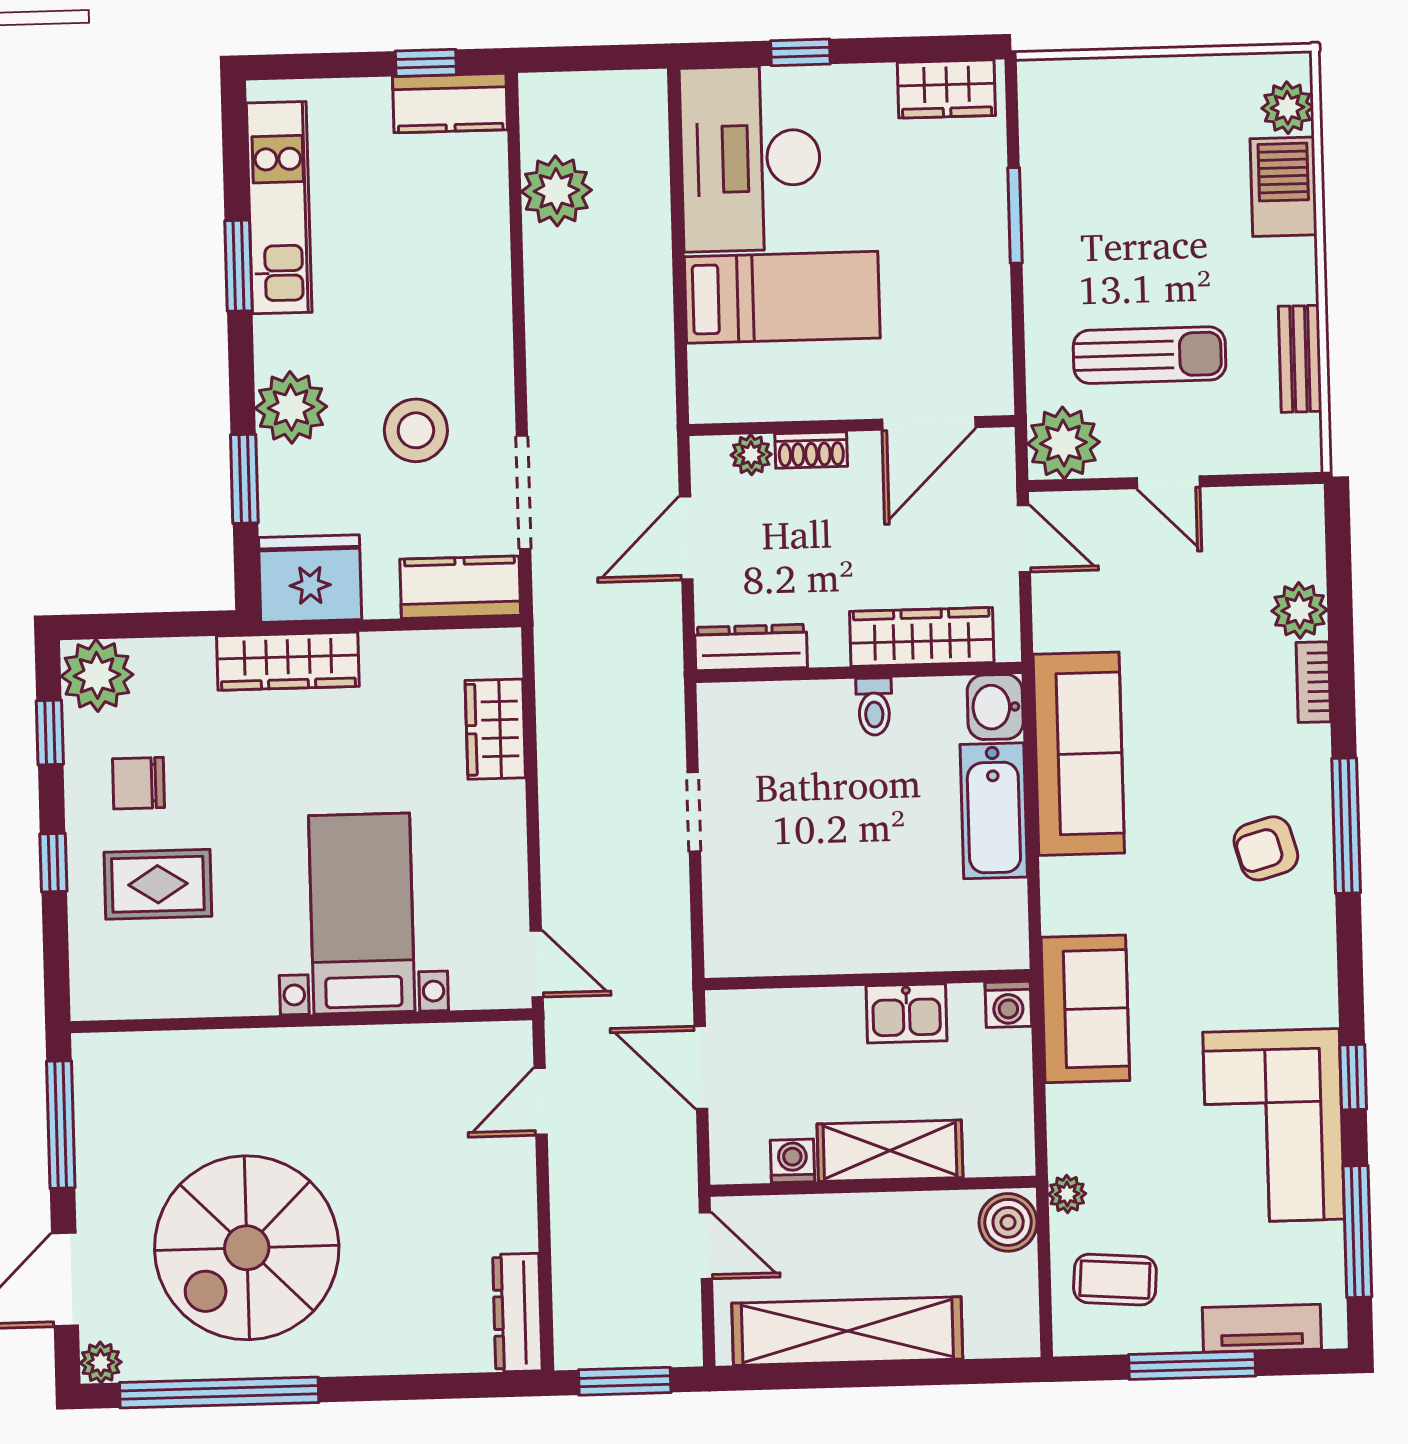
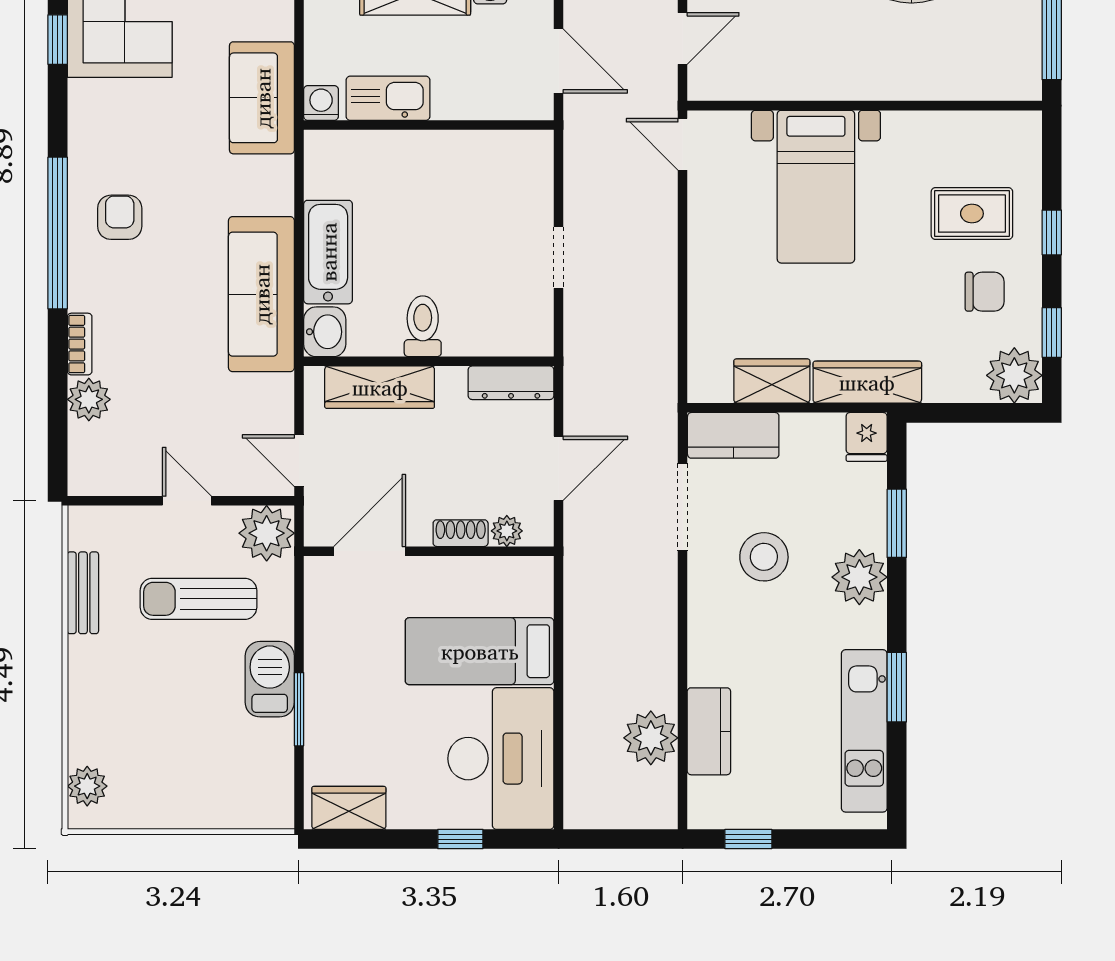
kitchen counter: (450, 103) -> (709, 731), moved, turned 90
barbecue: (1284, 187) -> (270, 679), moved, turned 180
fridge: (310, 579) -> (867, 437), width x0.53, depth x0.75
toilet: (874, 707) -> (423, 326), width x1.37, depth x1.39
wardrobe: (495, 729) -> (772, 381), moved, turned -90
window: (1346, 826) -> (58, 233), width x1.46
armchair: (1266, 848) -> (120, 217), turned -74
kitchen sink: (906, 1013) -> (388, 98), width x1.38

